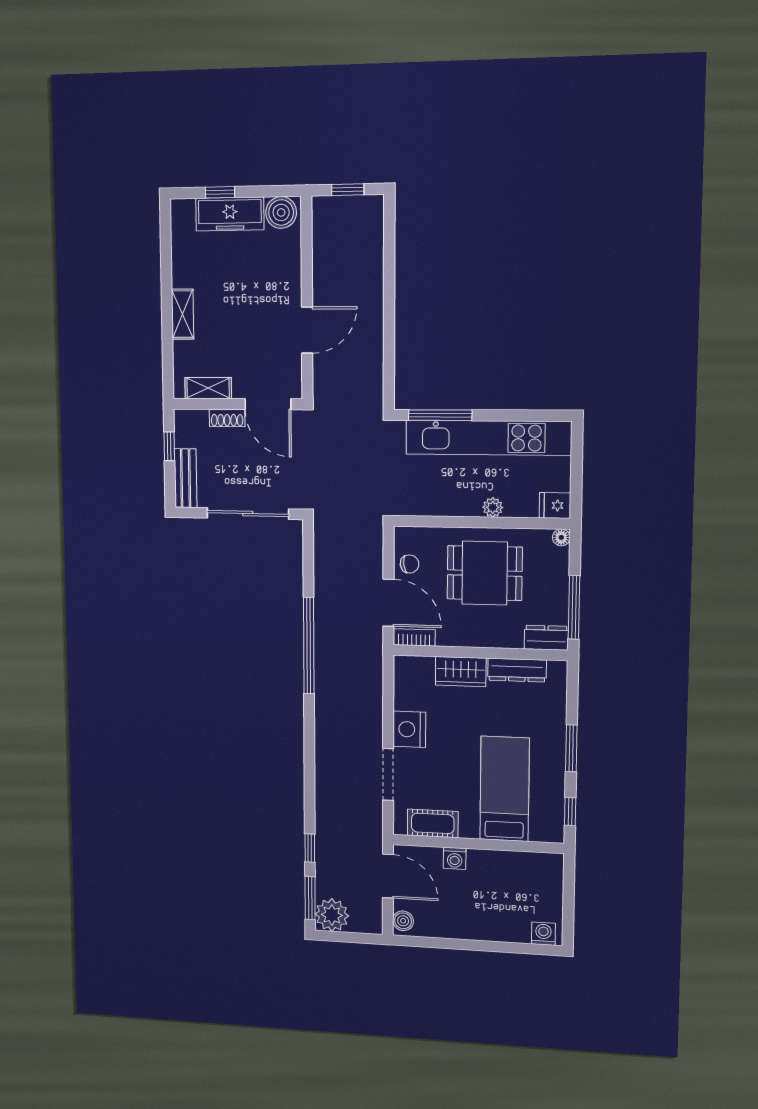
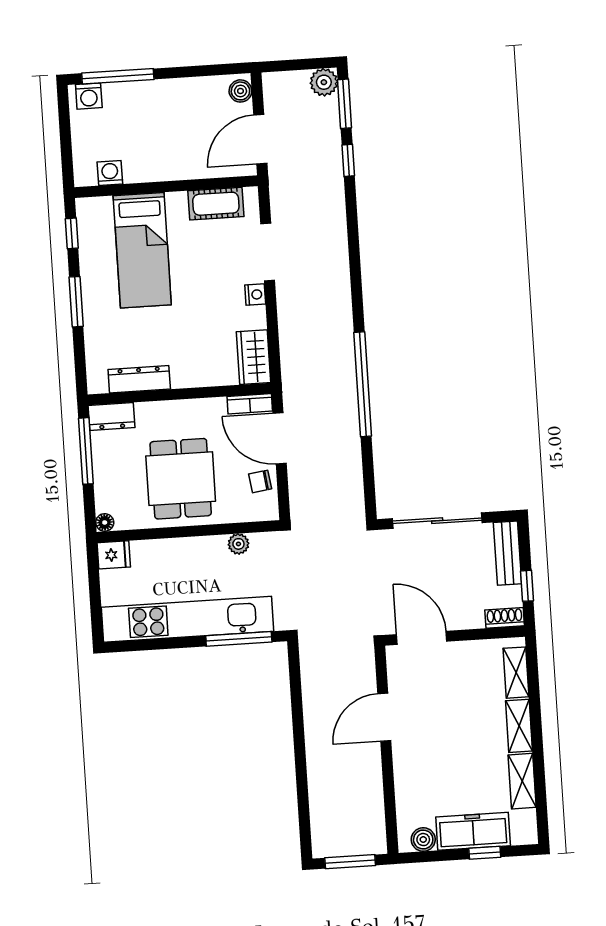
window: (348, 190) -> (350, 862), width x1.50
boiler: (281, 212) -> (423, 840), width x0.73, depth x0.73
shelving: (182, 261) -> (522, 781), added
shelving: (208, 388) -> (516, 673), moved, turned 90
shoe rack: (227, 418) -> (505, 618), moved
plant: (493, 507) -> (238, 544), moved
dining table: (485, 573) -> (181, 479), turned 90
wardrobe: (461, 672) -> (254, 357), moved, turned -90
nightstand: (409, 729) -> (255, 295), width x0.53, depth x0.56
washing machine: (455, 858) -> (110, 173), moved
door: (388, 876) -> (260, 139), hinge flipped
plant: (332, 915) -> (324, 82), width x0.73, depth x0.73
window: (515, 948) -> (118, 76), added

